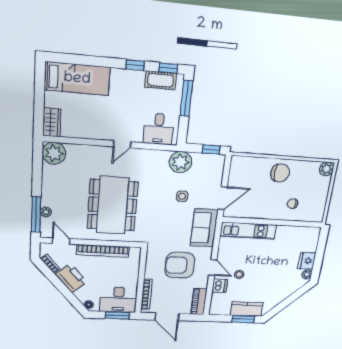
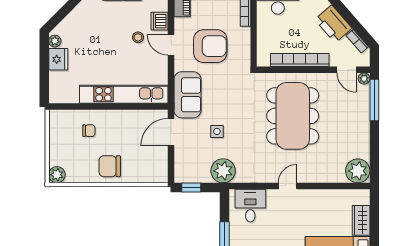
wardrobe: (52, 122) -> (361, 220), moved
plant: (46, 212) -> (364, 79), moved
kitchen unit: (248, 231) -> (124, 94), width x1.36

